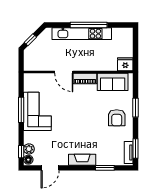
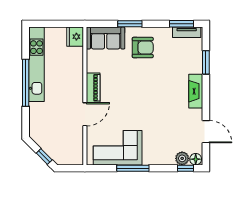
kitchen unit: (82, 34) -> (36, 64), moved
sofa: (113, 82) -> (106, 38), moved, turned 90
corner sofa: (37, 111) -> (118, 148), moved

